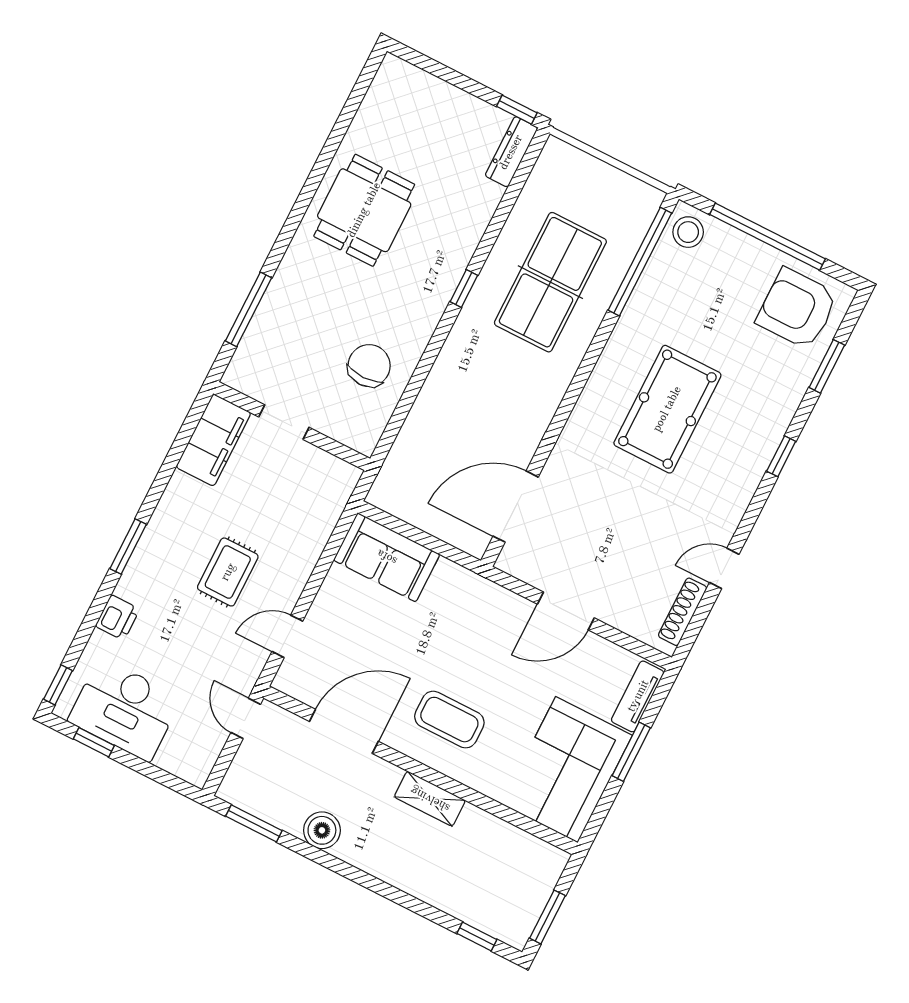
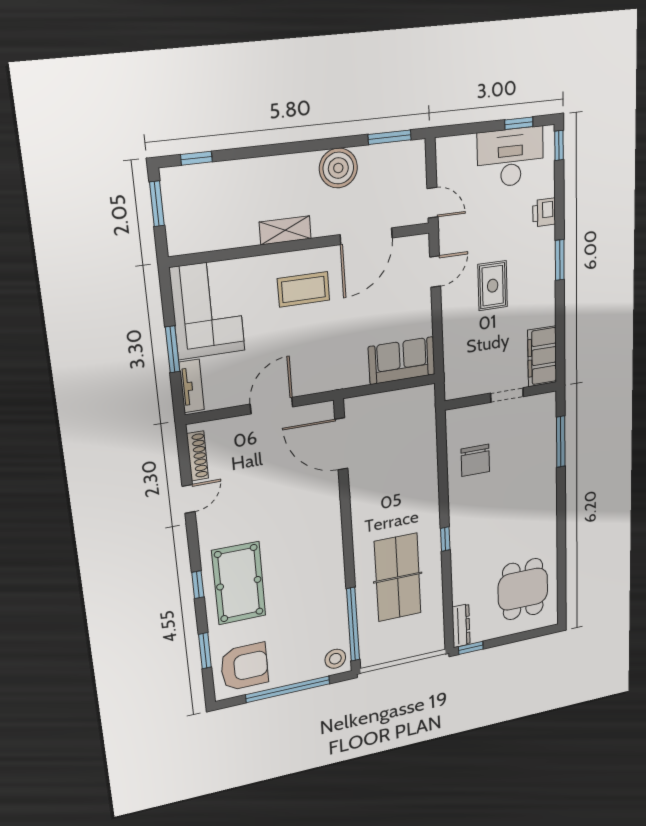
dining table: (364, 210) -> (523, 589), moved
pool table: (667, 409) -> (239, 583), moved
door: (516, 507) -> (341, 444), swing flipped
boiler: (322, 830) -> (338, 168), width x1.37, depth x1.37

